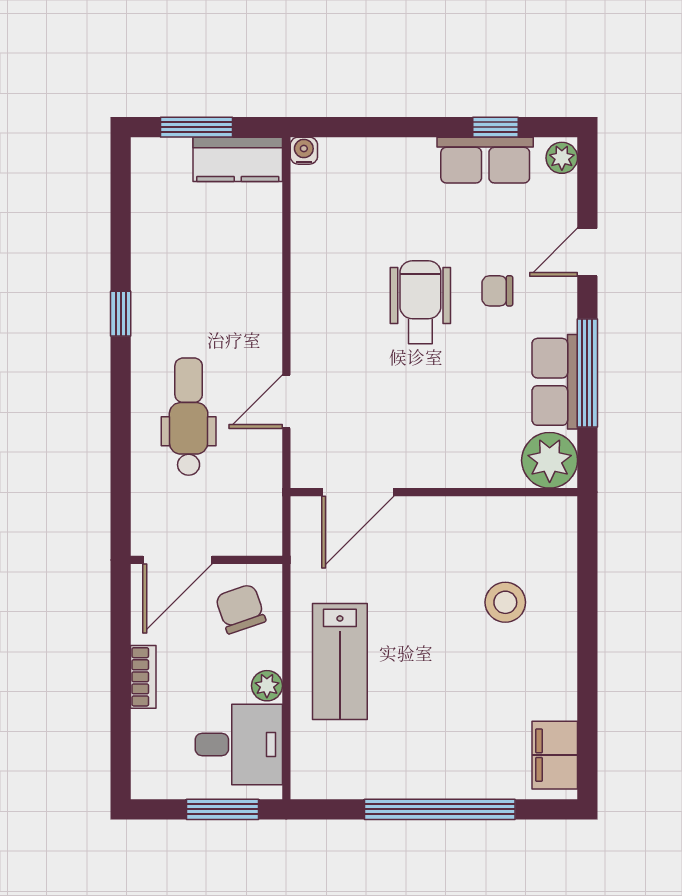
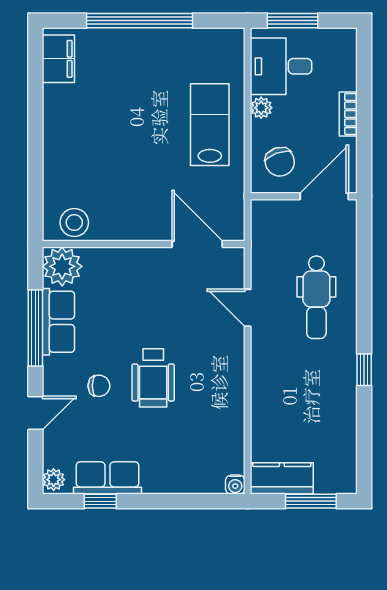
door: (286, 402) -> (248, 308), swing flipped
door: (358, 492) -> (197, 244), hinge flipped
stool: (505, 602) -> (74, 222), moved

